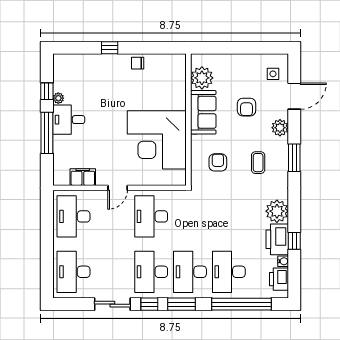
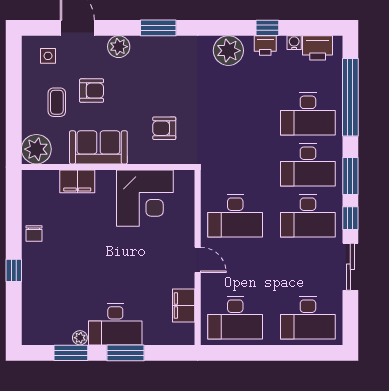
plant: (202, 78) -> (36, 149), moved
window: (47, 91) -> (71, 353), width x1.50
filing cabinet: (177, 96) -> (77, 181), added
desk: (69, 120) -> (115, 324), width x1.37
window: (47, 133) -> (125, 353), width x0.69
corner desk: (157, 140) -> (145, 198), width x0.74, depth x0.74
coffee table: (258, 163) -> (57, 102), moved, turned 90
printer: (277, 239) -> (265, 45), width x0.53, depth x0.68

